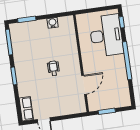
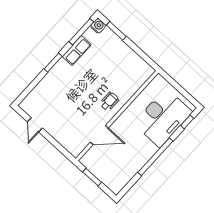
water cooler: (53, 23) -> (98, 26), moved
wheelchair: (53, 68) -> (109, 101), moved
row of seats: (26, 109) -> (77, 51), moved

